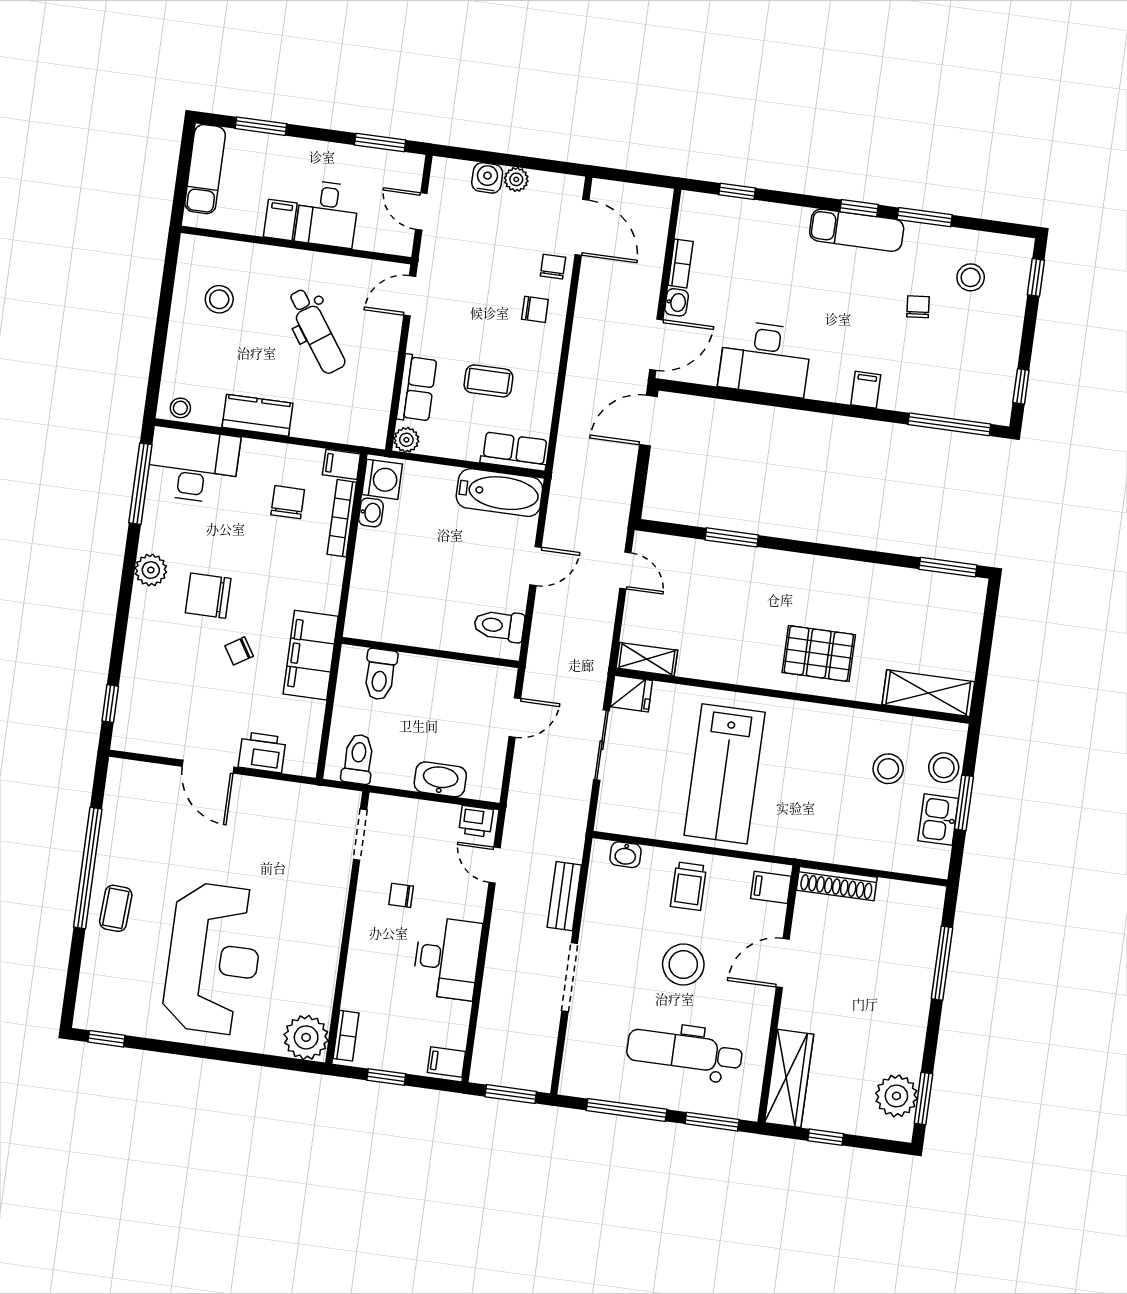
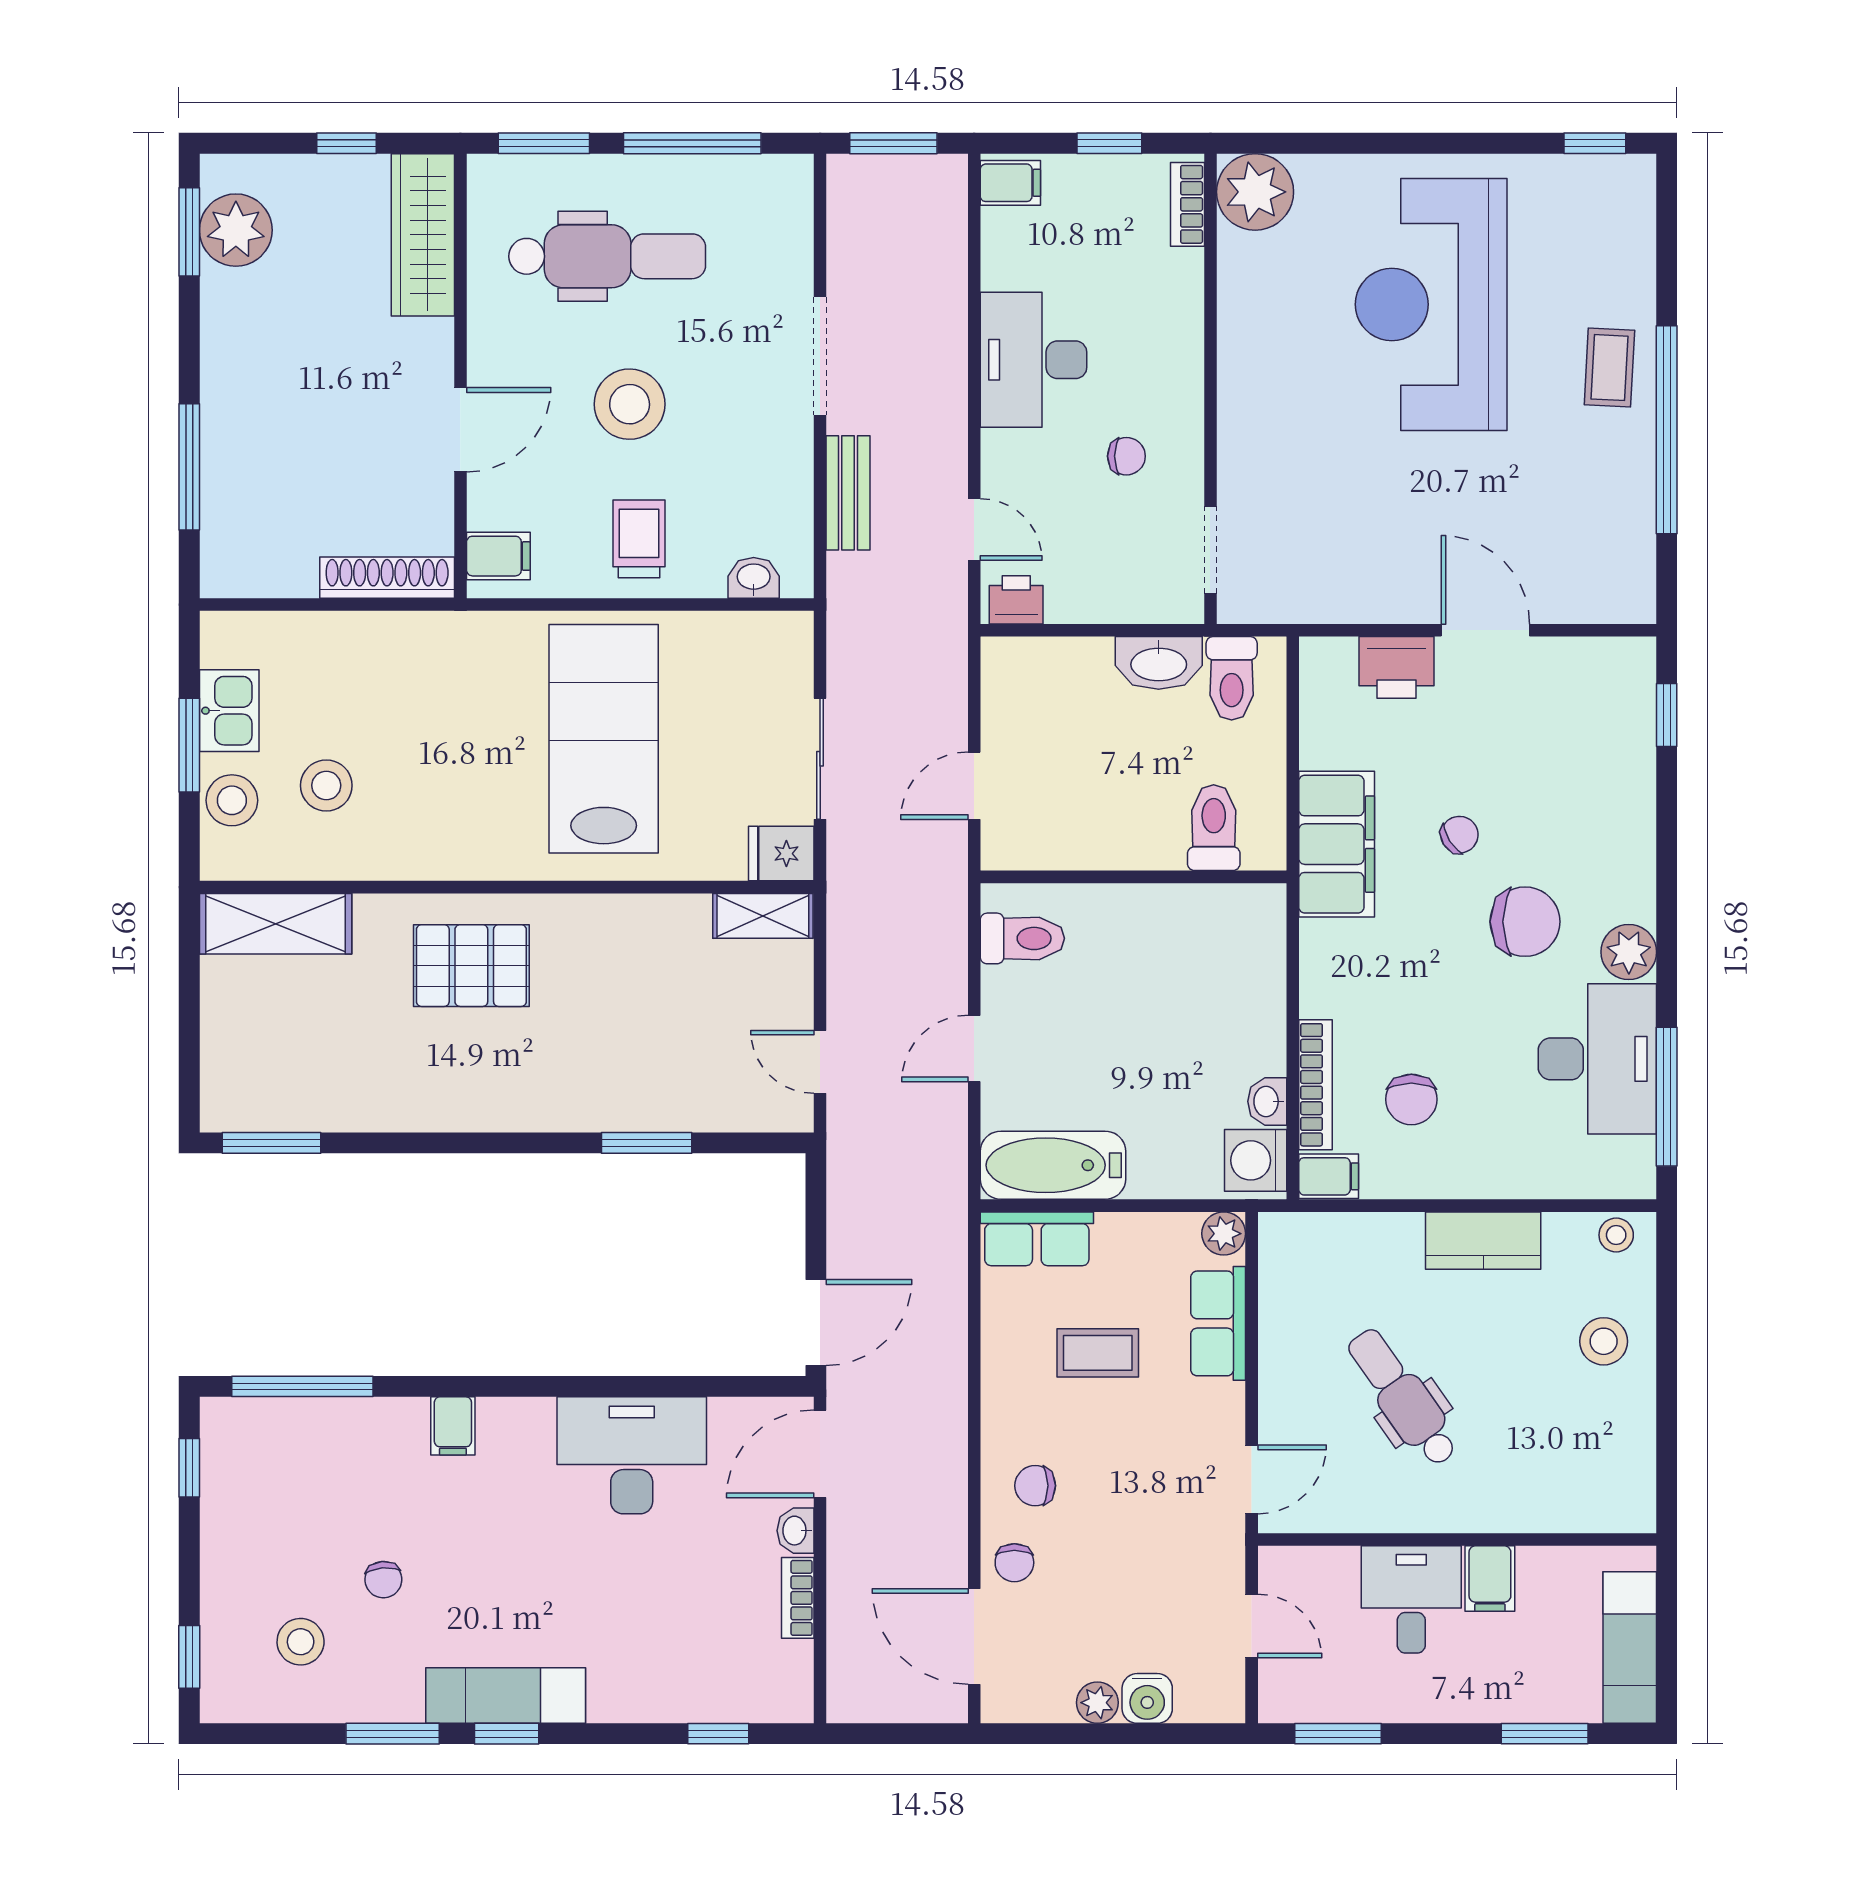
stool: (219, 299) -> (1604, 1341), moved
desk: (193, 465) -> (1597, 1059), moved, turned -90
washbasin: (440, 779) -> (1159, 663), moved

